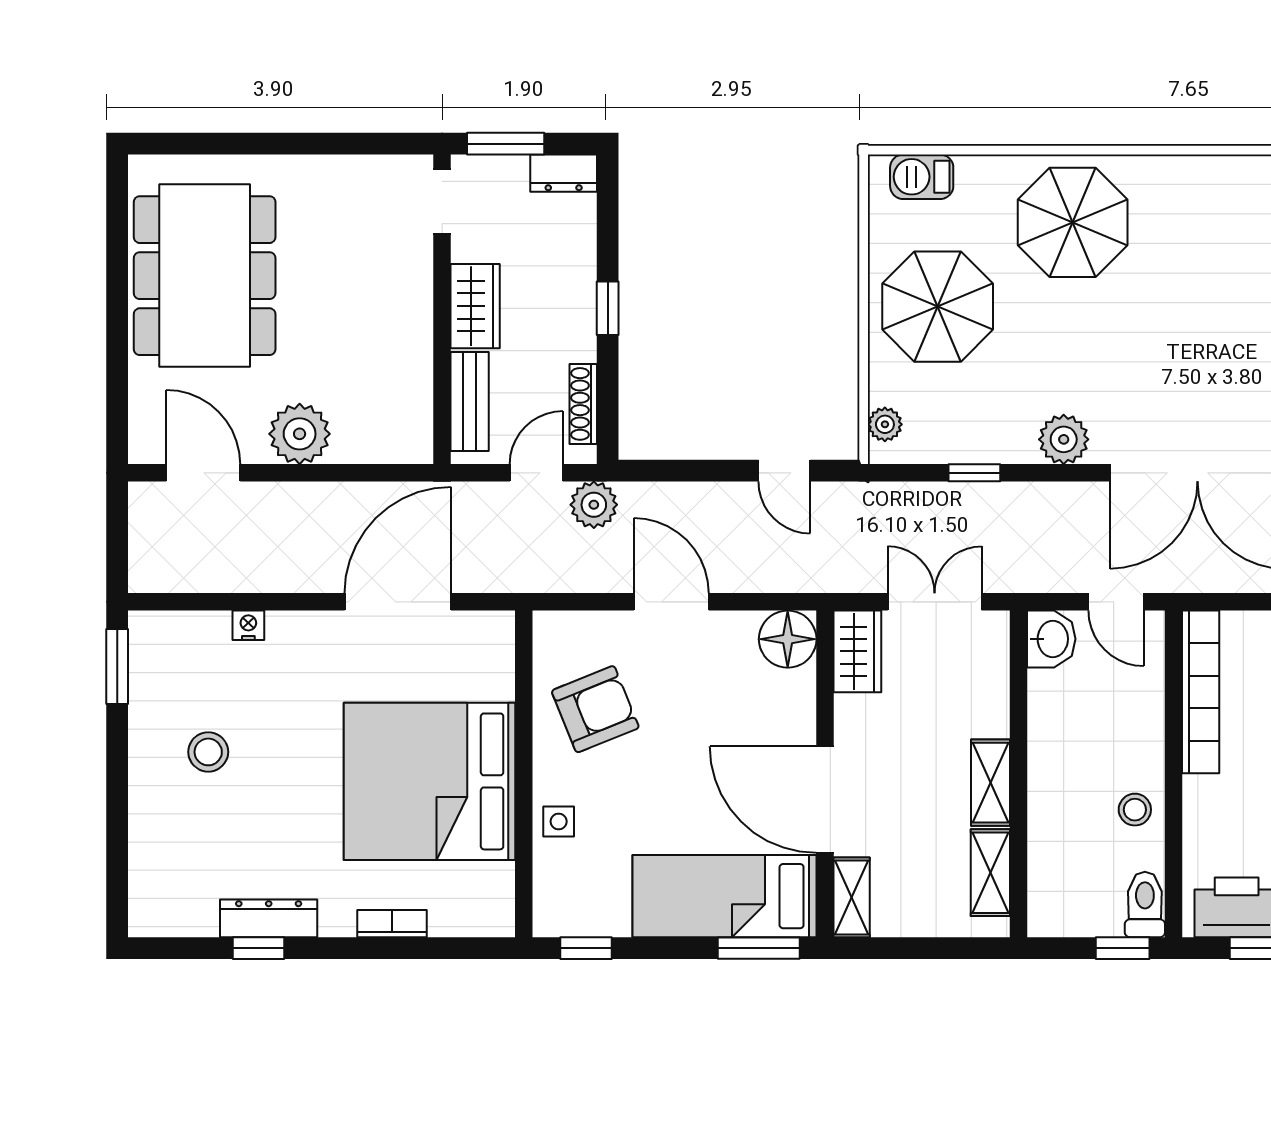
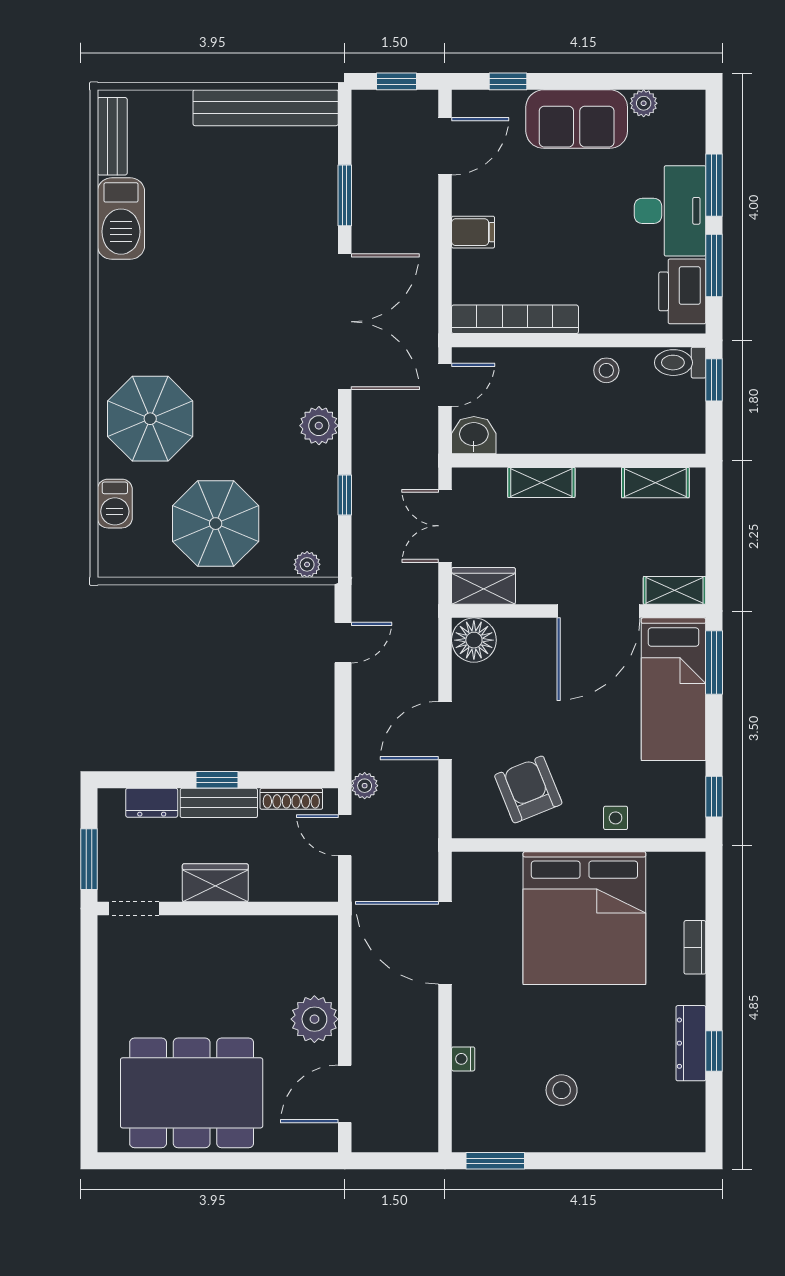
dresser: (564, 173) -> (152, 803), moved, turned 90
barbecue: (922, 177) -> (115, 504), moved
bench: (470, 401) -> (219, 803), moved
plant: (594, 505) -> (365, 786), width x0.73, depth x0.73
shelving: (991, 783) -> (541, 482), moved

